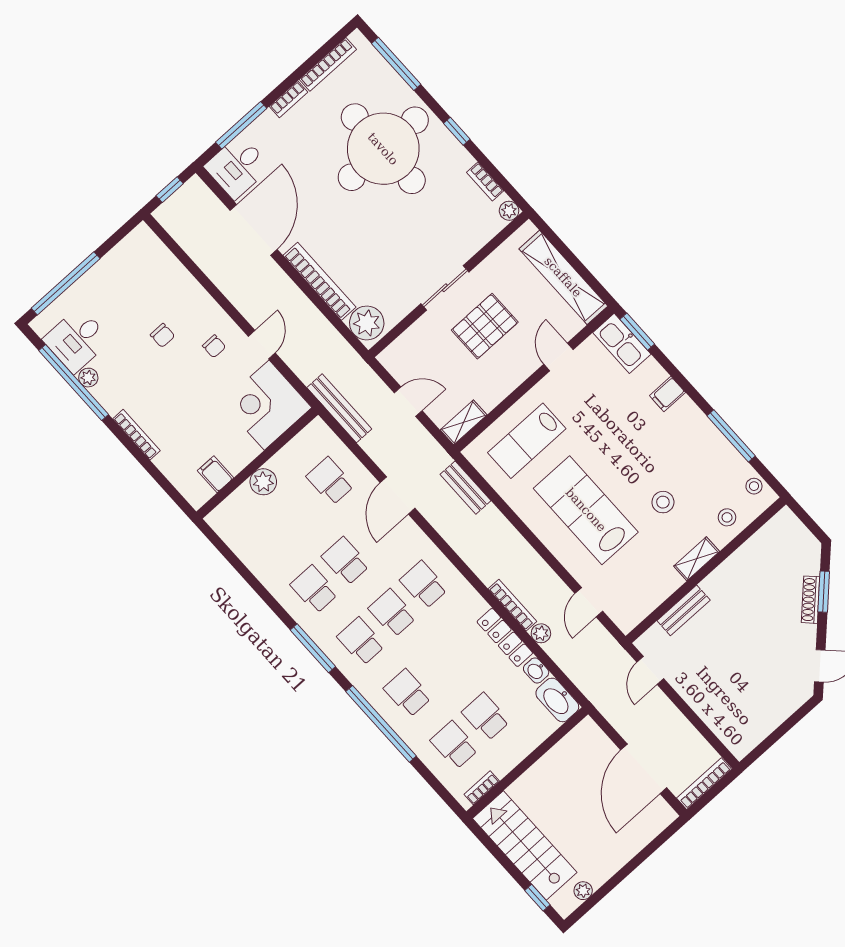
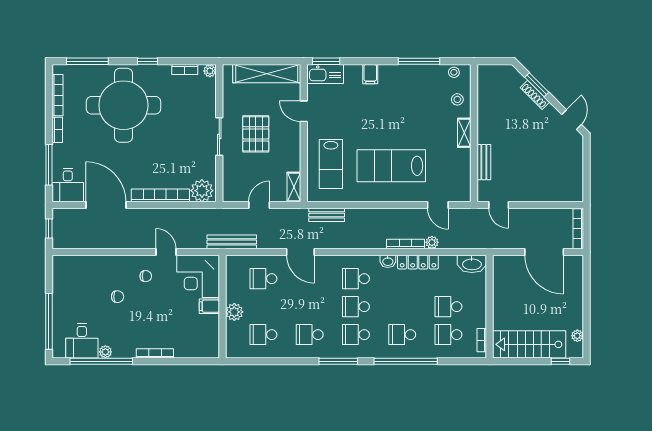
filing cabinet: (215, 474) -> (209, 306), moved
stool: (663, 502) -> (421, 124), removed
school desk: (346, 561) -> (264, 335), moved
washbasin: (536, 671) -> (388, 261), moved

